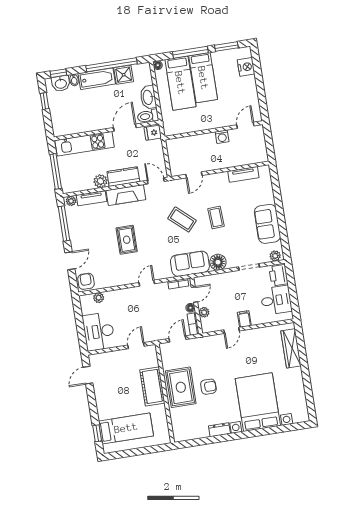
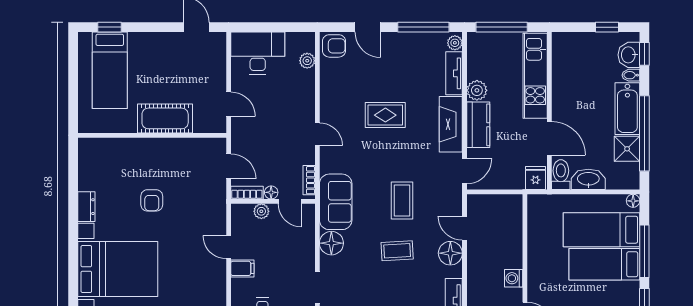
floor lamp: (212, 182) -> (450, 253), added
coffee table: (182, 219) -> (402, 200), turned -42
rug: (181, 387) -> (157, 160), removed

